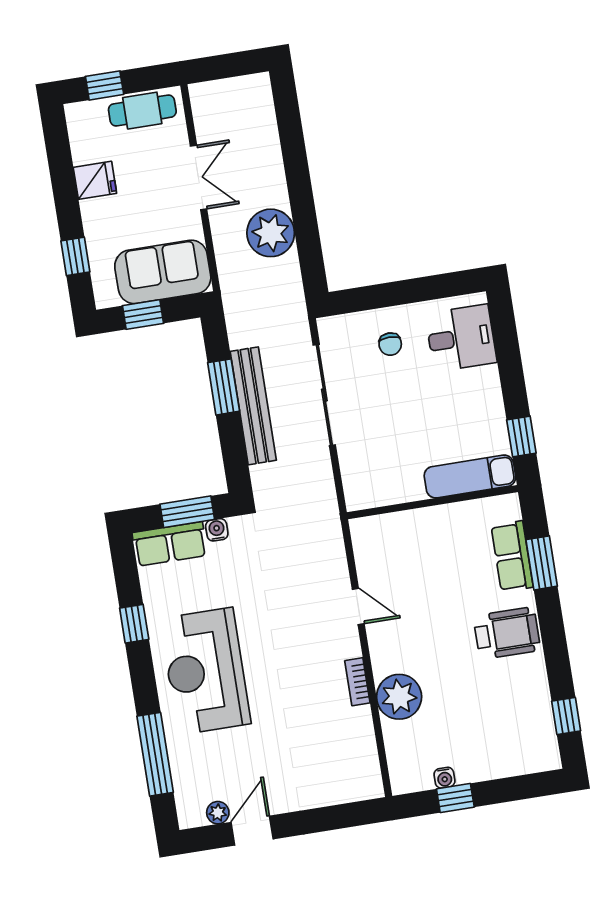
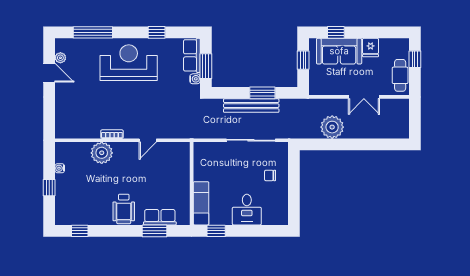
sofa: (163, 272) -> (339, 51), moved, turned 90
desk: (461, 338) -> (247, 210), moved
window: (455, 798) -> (49, 188), moved

